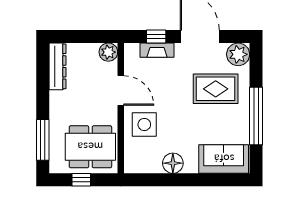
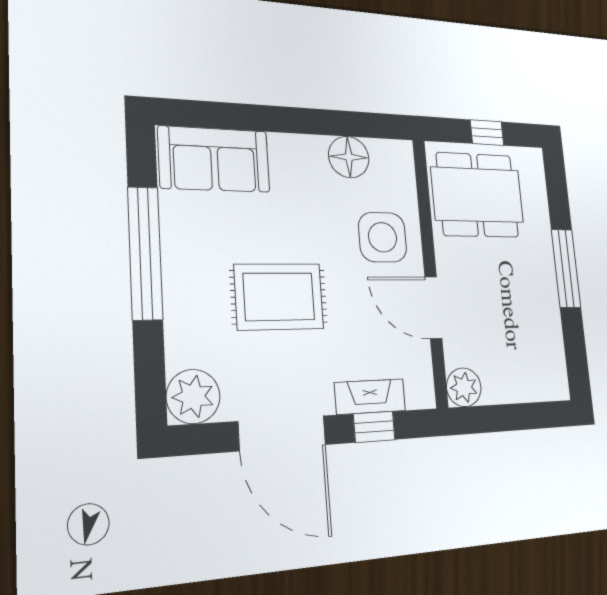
dresser: (57, 66) -> (551, 354), removed
rug: (216, 89) -> (279, 297), moved
window: (43, 140) -> (566, 268), moved
floor lamp: (173, 163) -> (349, 157), moved

